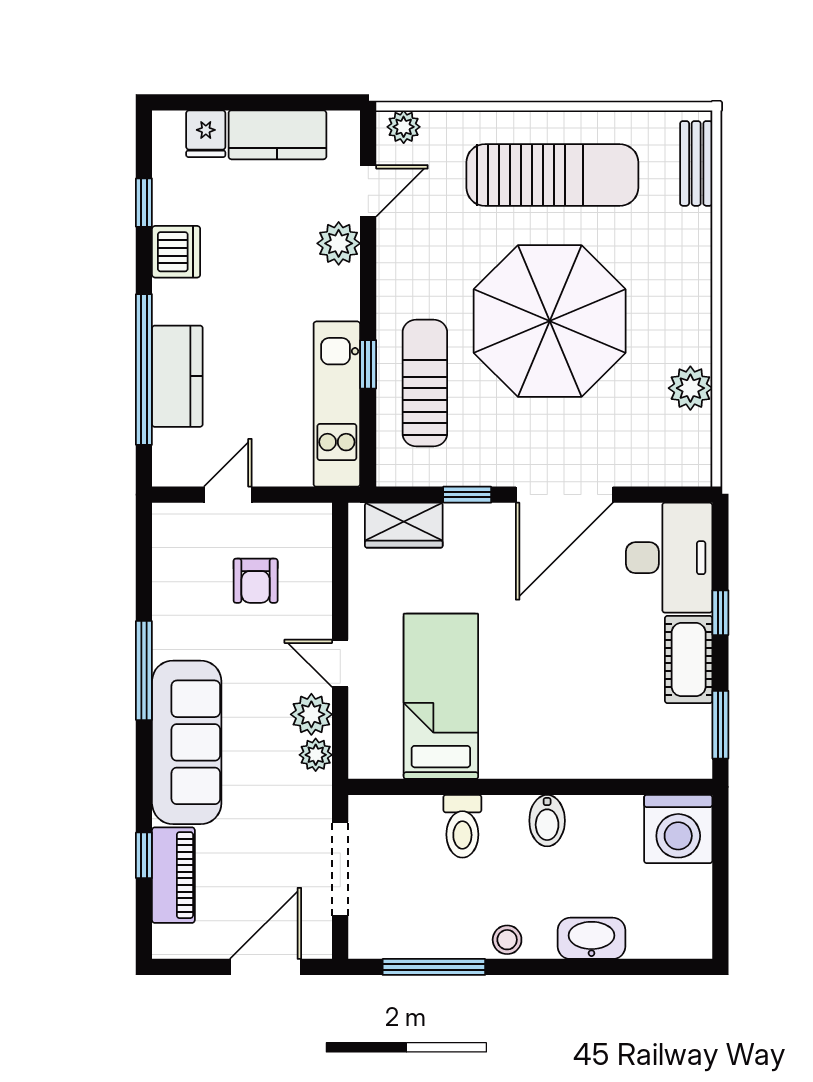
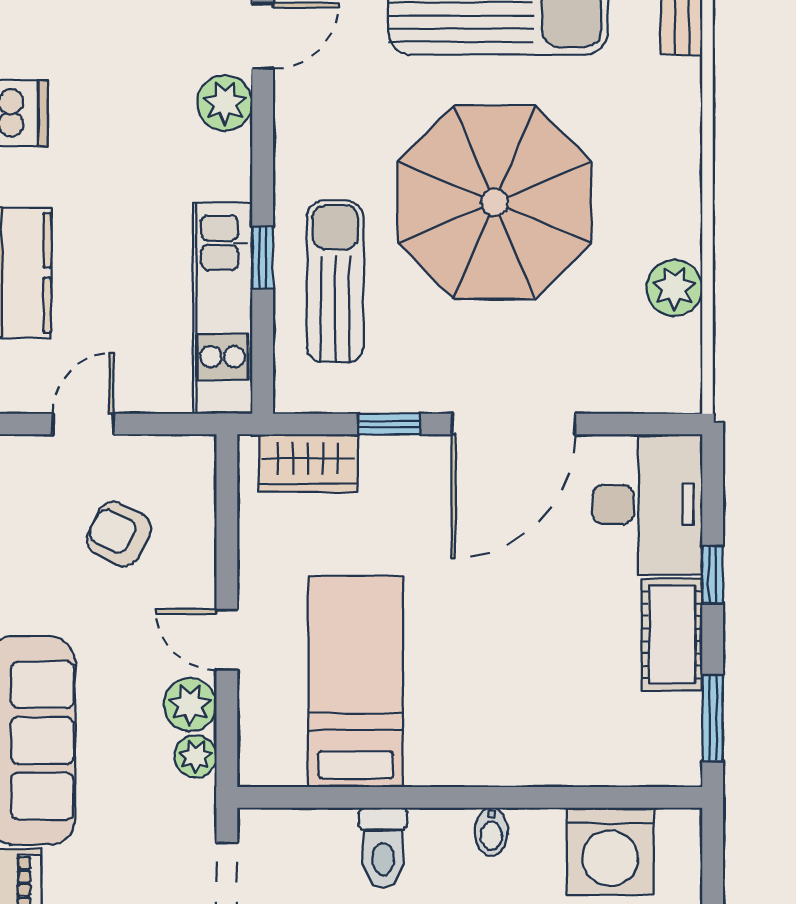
armchair: (256, 581) -> (119, 534), turned 116
bidet: (547, 821) -> (491, 832), width x0.72, depth x0.74
washing machine: (678, 829) -> (610, 851), moved

